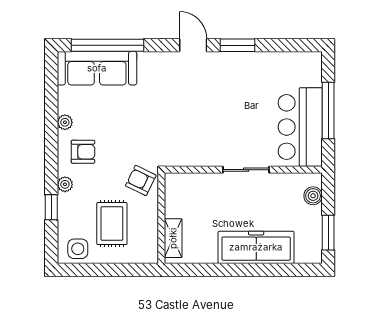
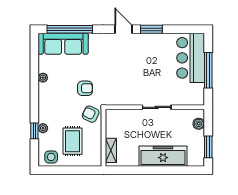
bar counter: (300, 127) -> (191, 58), moved
armchair: (83, 152) -> (85, 88), moved
plant: (65, 184) -> (43, 128), moved

